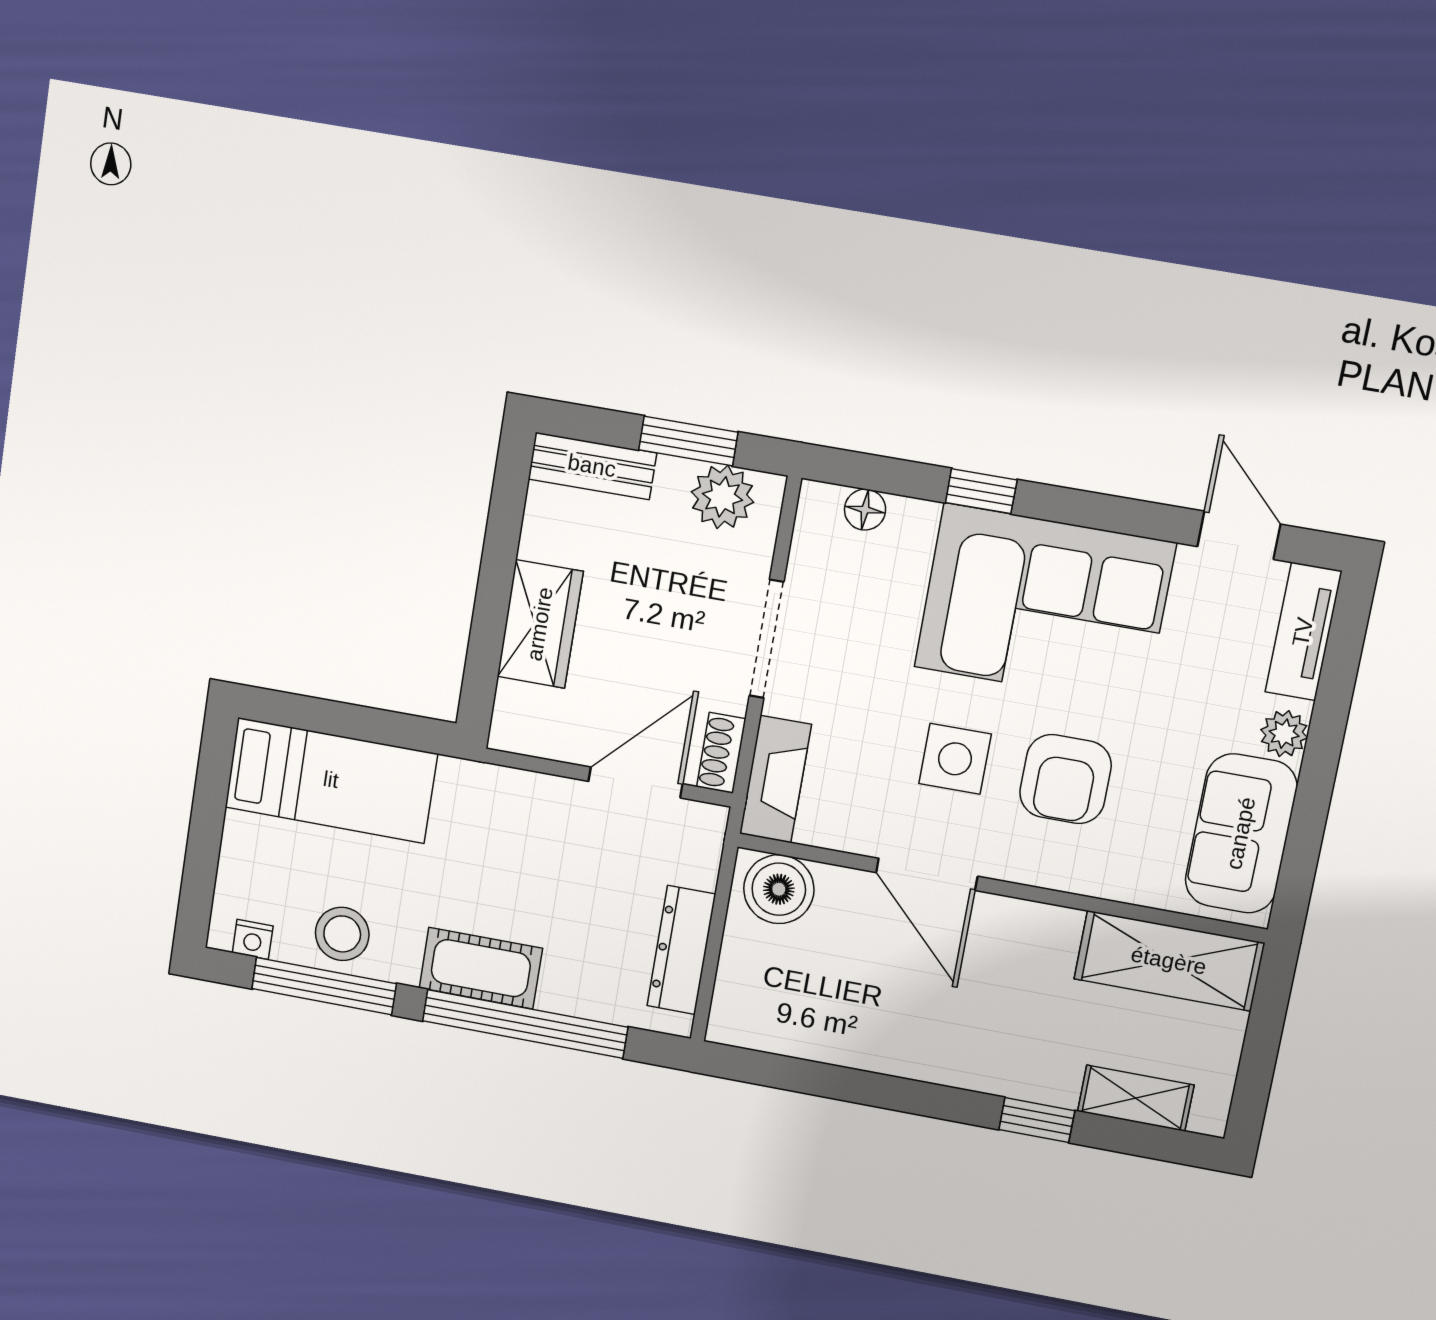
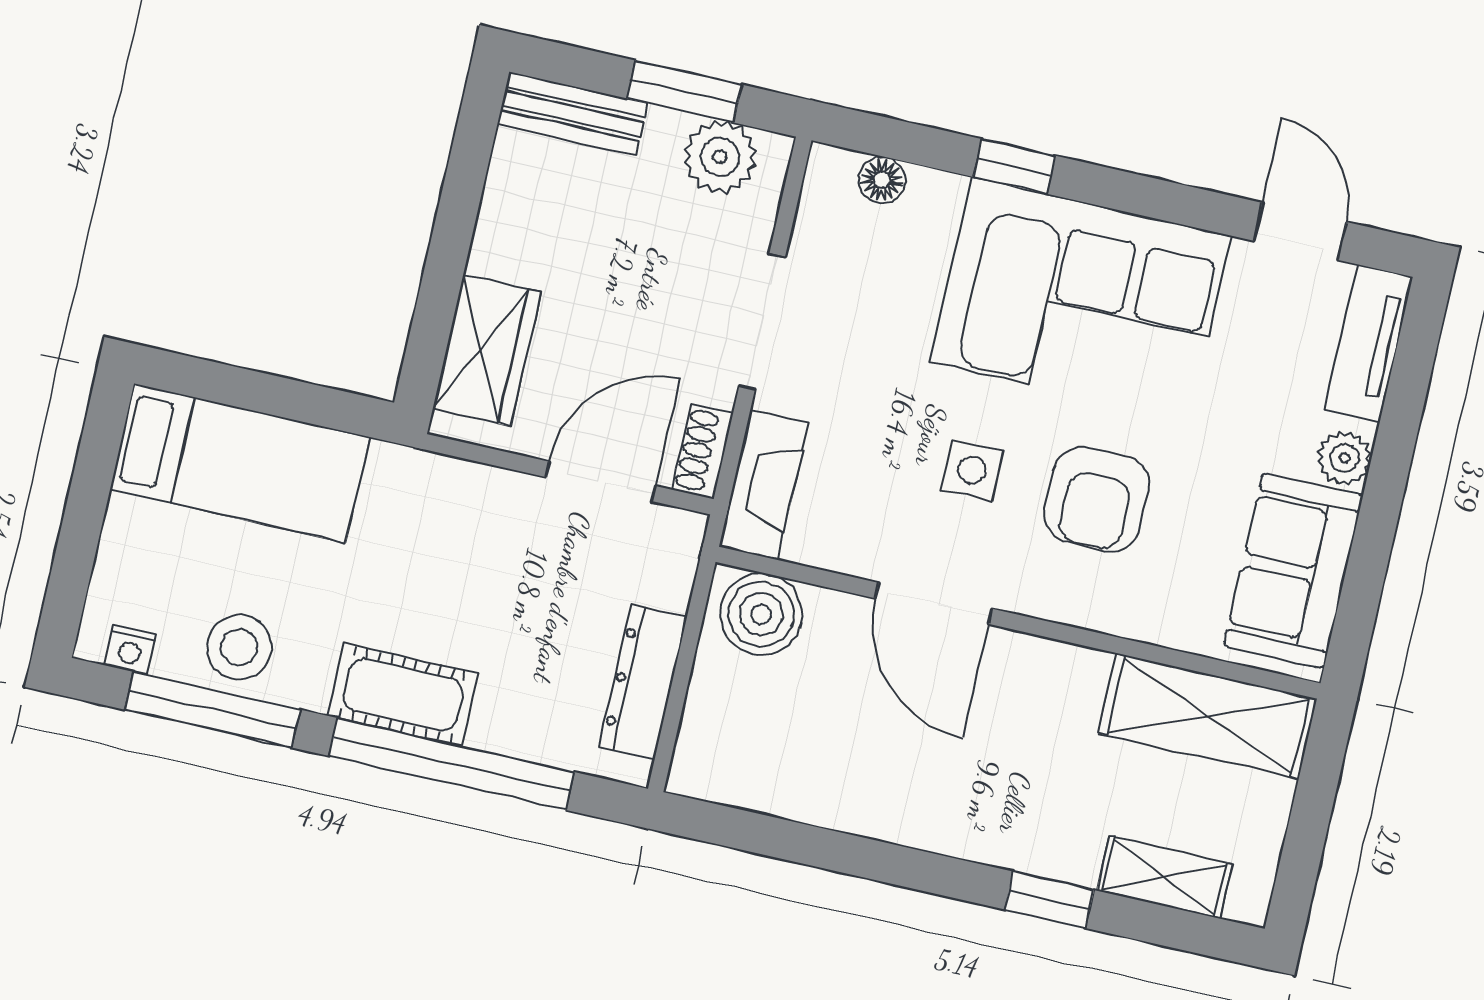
wardrobe: (540, 624) -> (487, 350), moved
side table: (955, 759) -> (972, 470), width x0.73, depth x0.73

